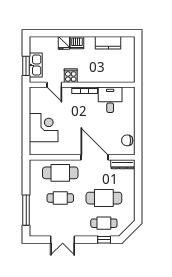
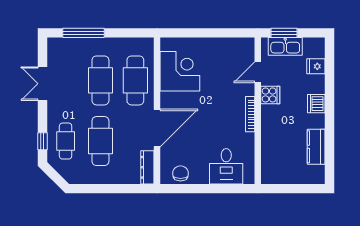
fridge: (64, 43) -> (316, 66), moved
desk: (110, 100) -> (226, 166), moved, turned 90
corner desk: (44, 128) -> (180, 71), moved, turned -90
cafe table: (60, 198) -> (100, 80), width x1.37, depth x1.35

